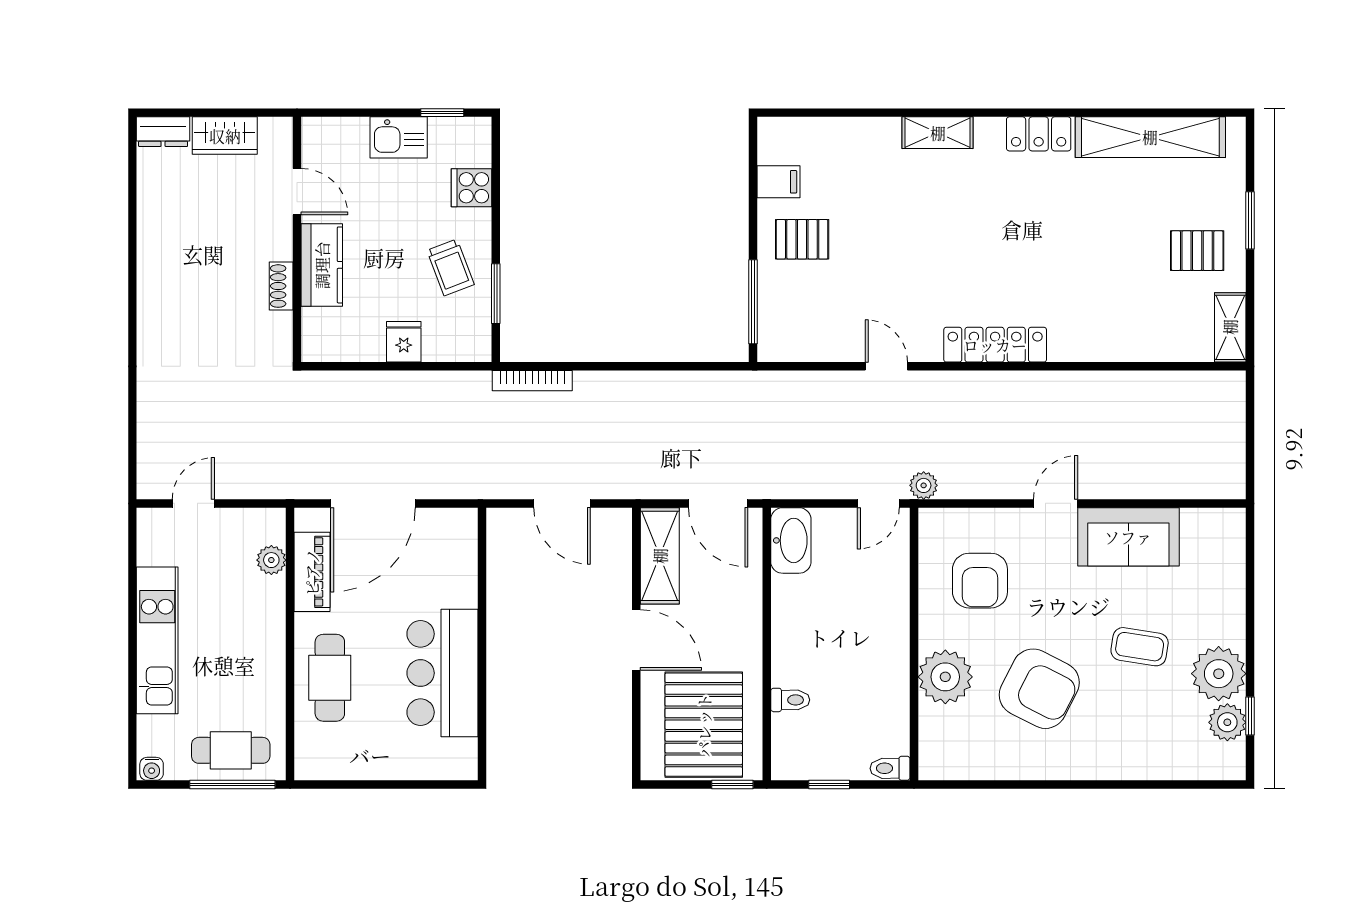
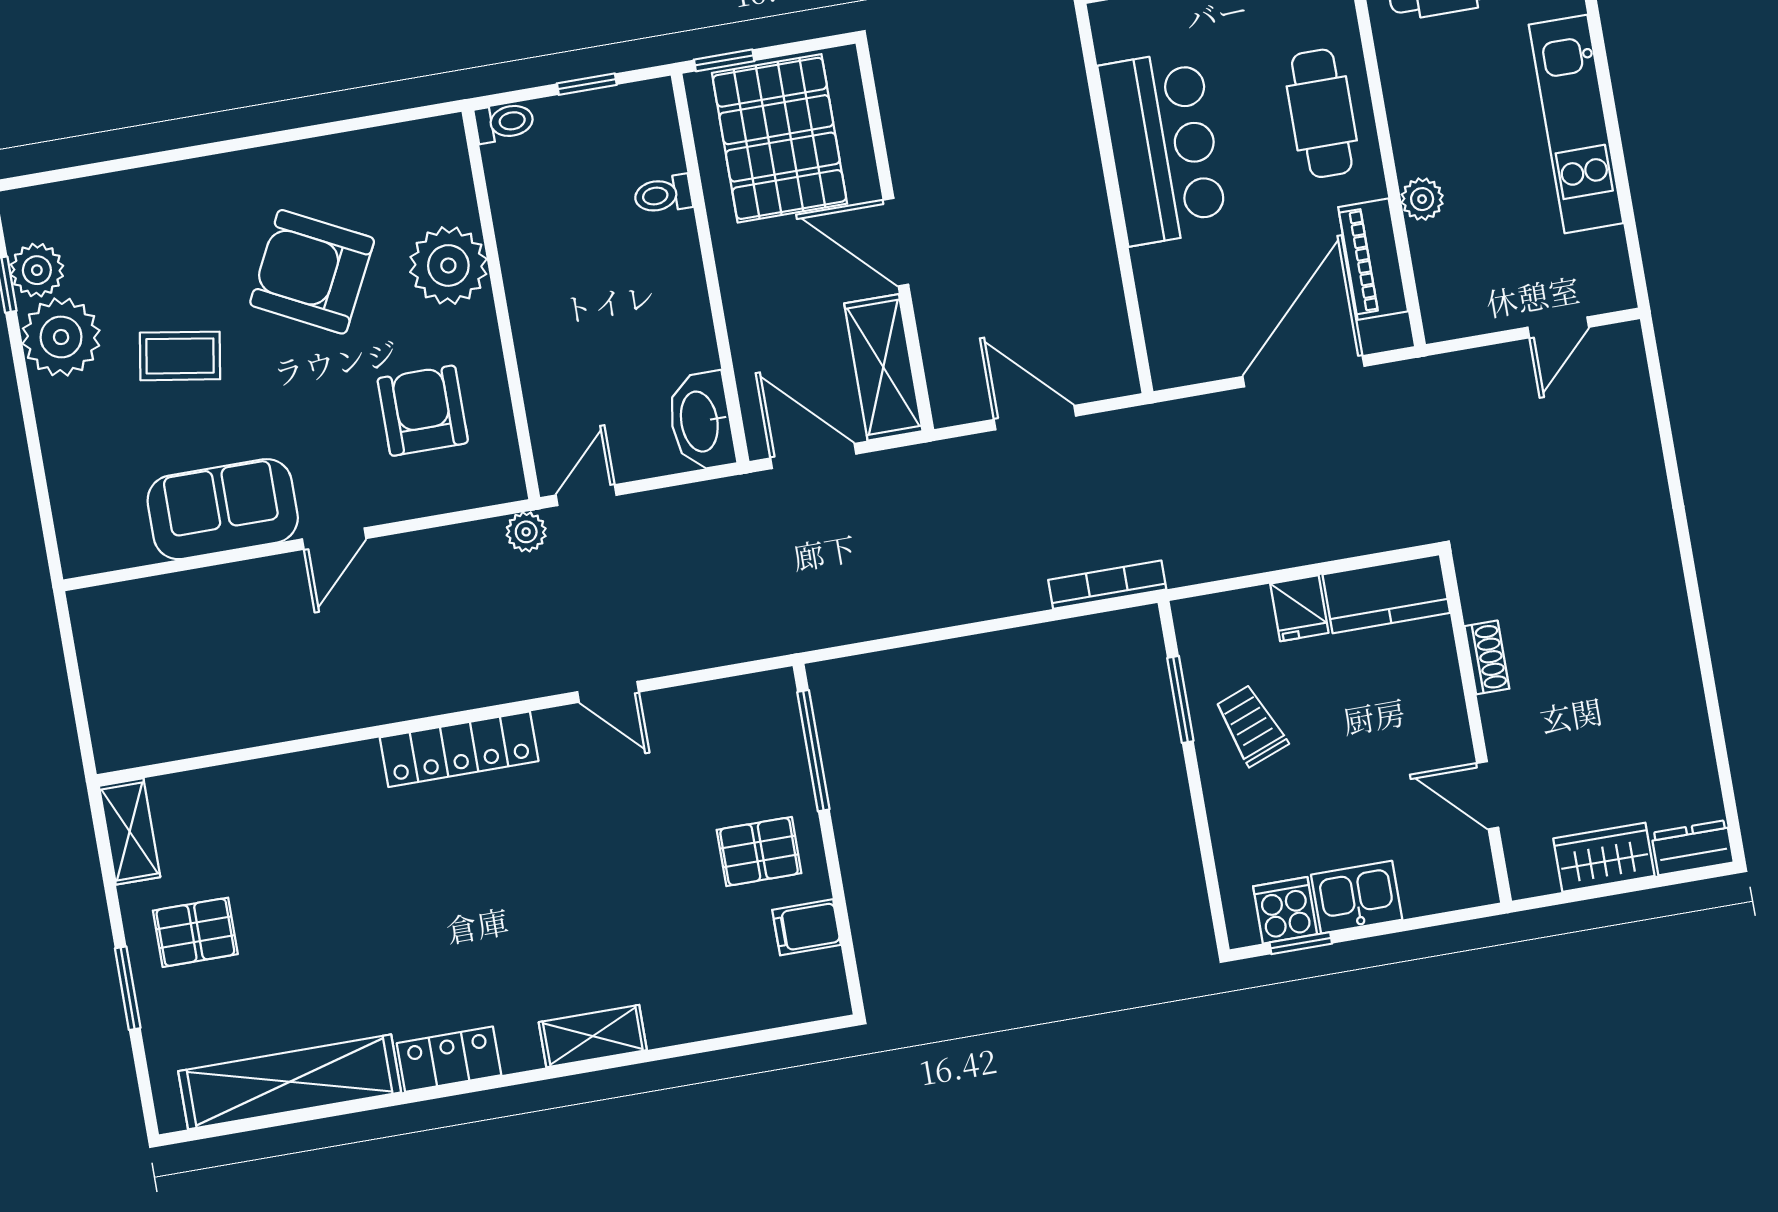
cooker: (472, 188) -> (1285, 910), moved, turned -90
kitchen counter: (322, 265) -> (1386, 594), moved, turned -90
plant: (271, 560) -> (1422, 199), moved

